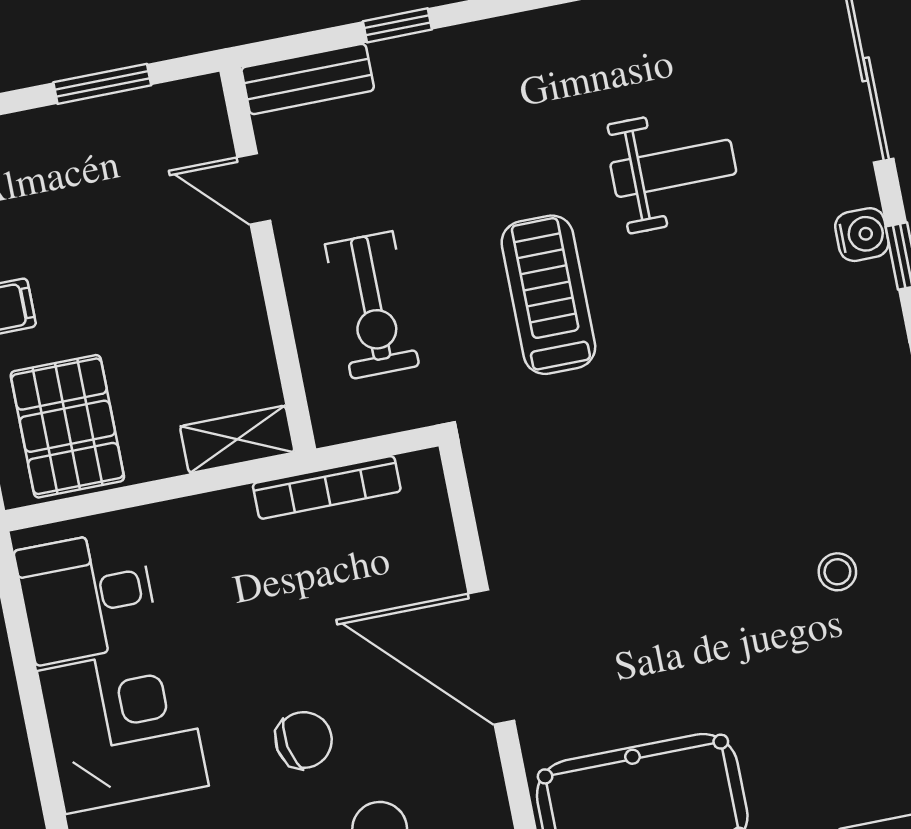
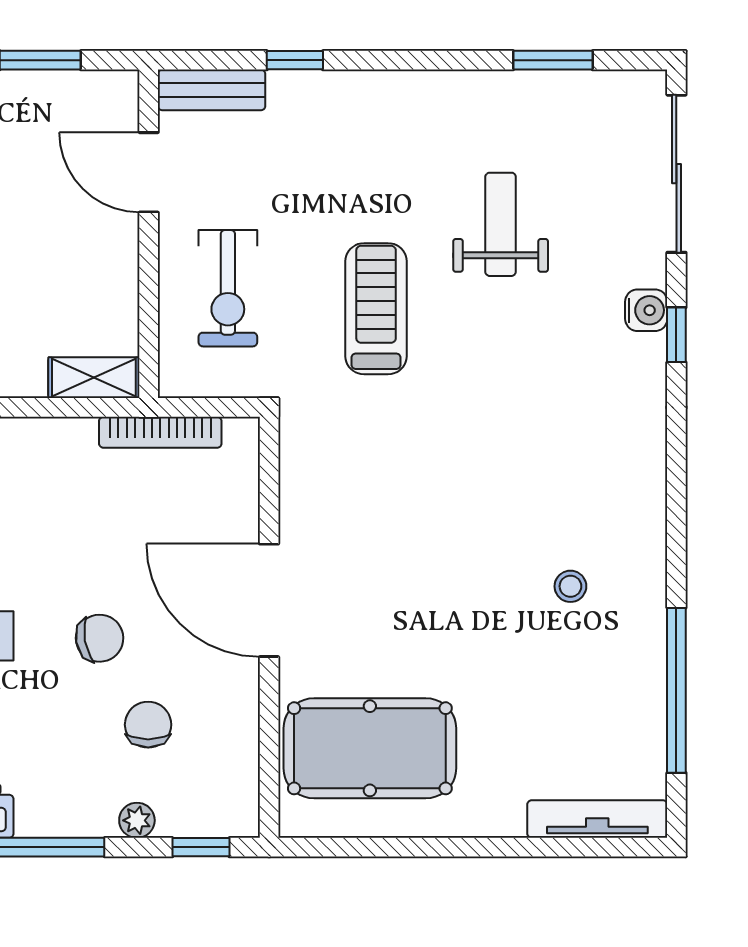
weight bench: (673, 168) -> (501, 224), turned -90
door: (254, 189) -> (149, 172), width x1.38

